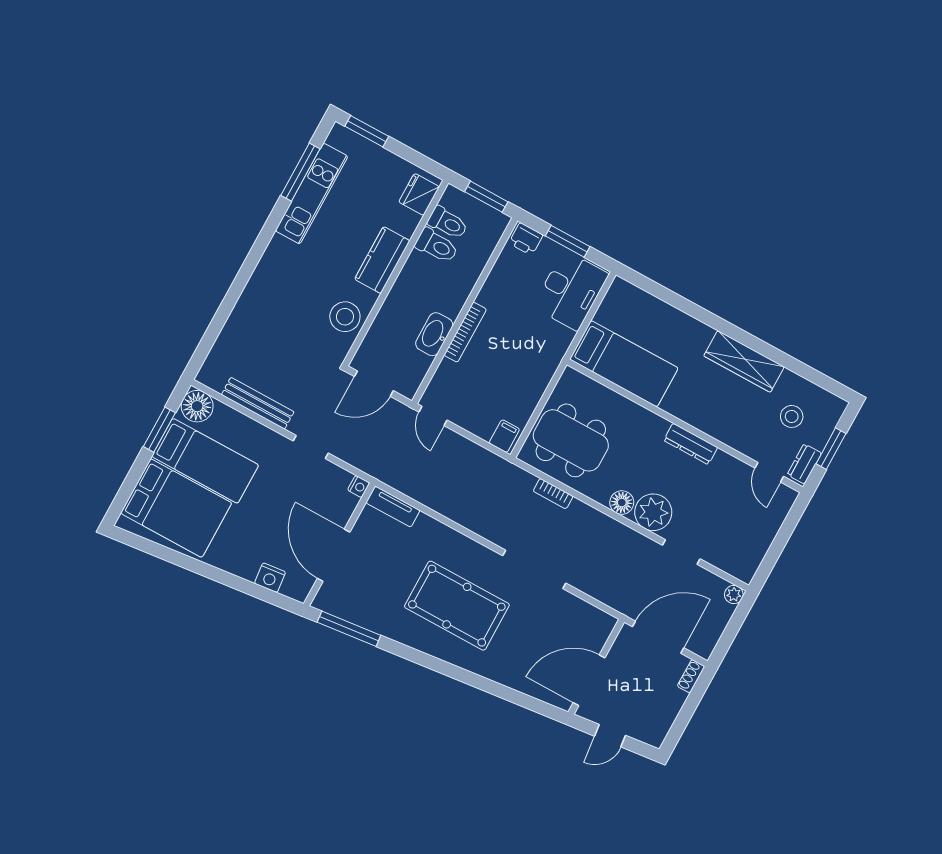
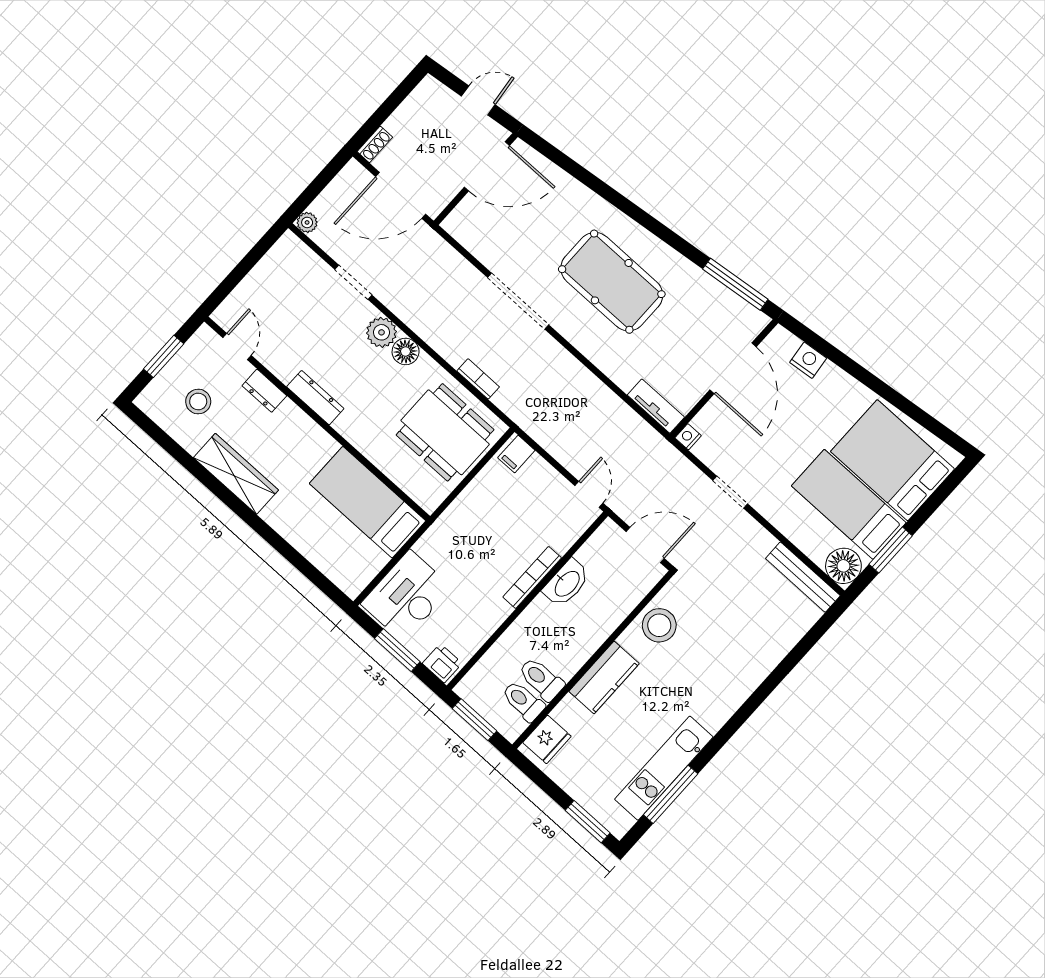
bench: (258, 403) -> (803, 577), moved
dresser: (804, 464) -> (264, 391), moved, turned 90
plant: (653, 512) -> (382, 332), width x0.73, depth x0.73

